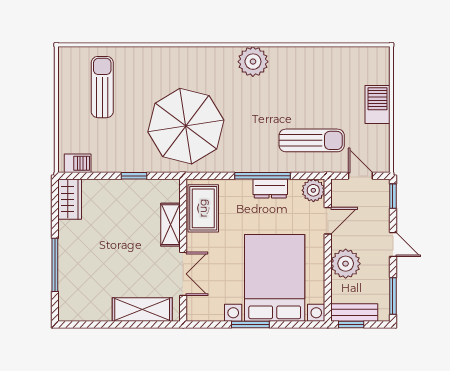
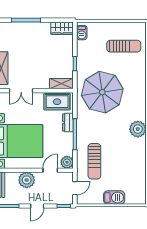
dresser: (270, 189) -> (68, 123), moved
door: (328, 221) -> (50, 170), swing flipped
shelving: (170, 225) -> (61, 84), moved

